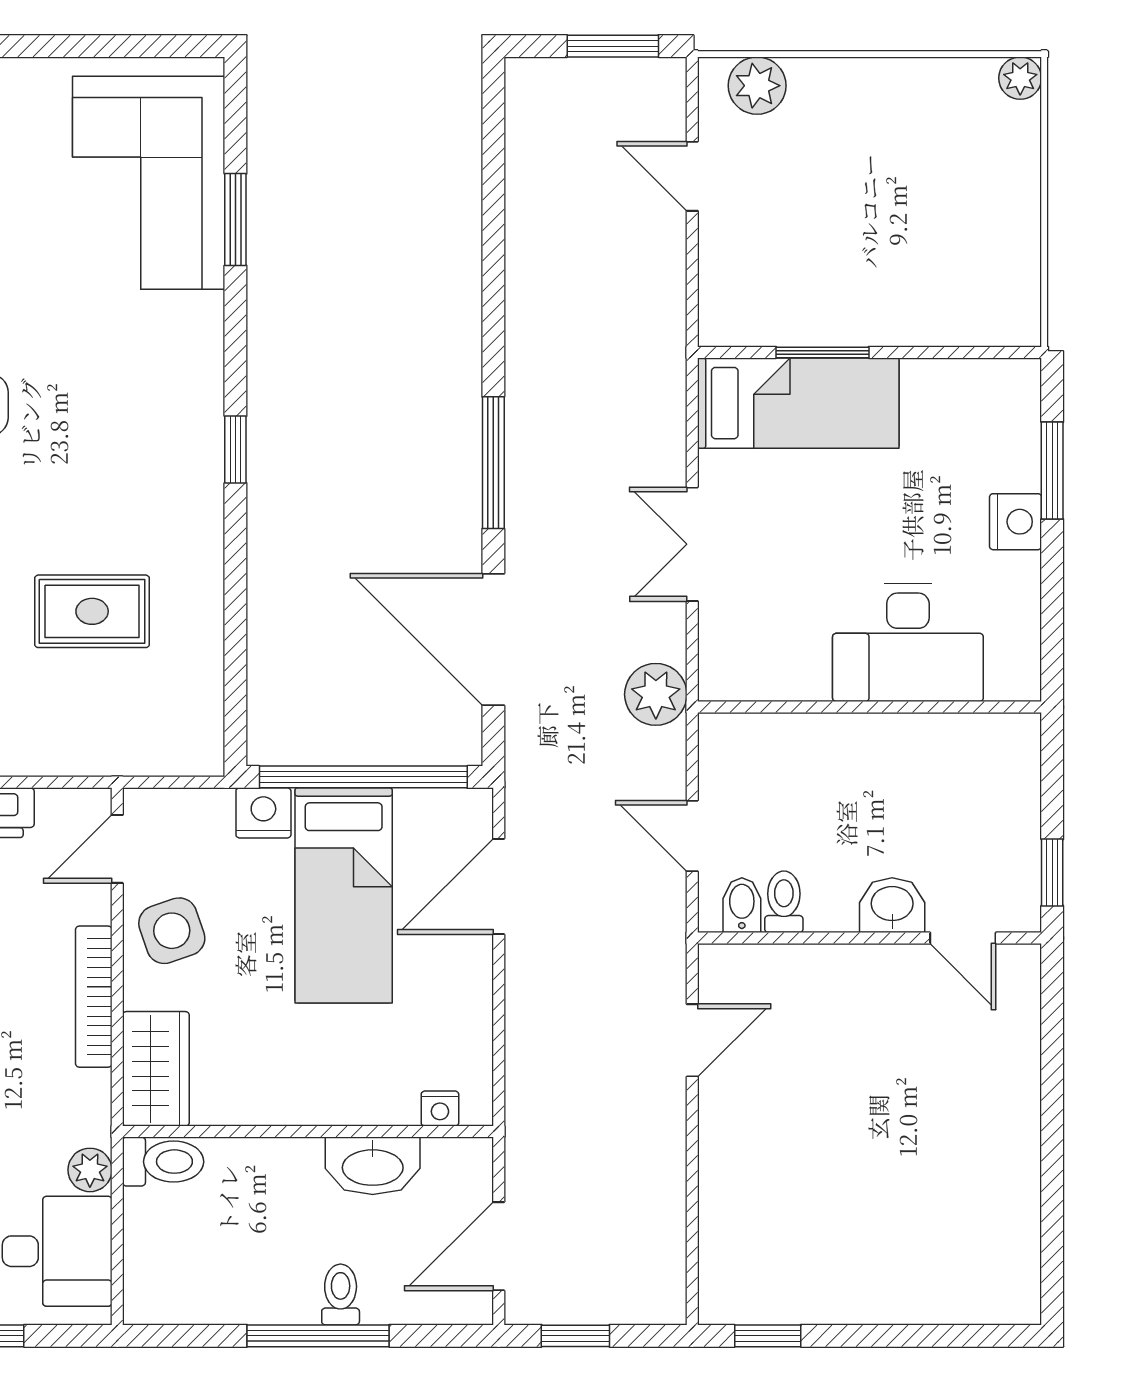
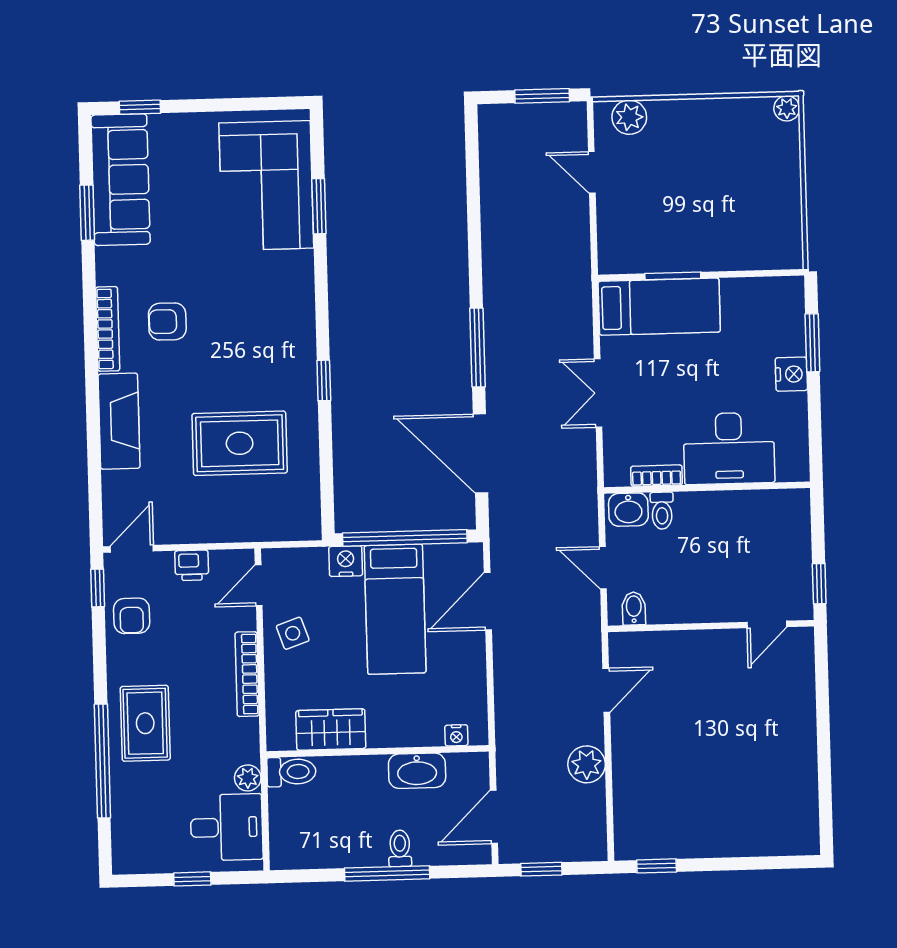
window: (235, 450) -> (324, 380), moved
rug: (92, 611) -> (240, 443), width x1.36, depth x1.43
bookcase: (786, 685) -> (657, 476), added
plant: (656, 694) -> (587, 764), moved
toilet: (784, 902) -> (662, 511), moved, turned 180
washbasin: (892, 905) -> (628, 510), moved, turned 180
side table: (172, 931) -> (293, 633), width x0.73, depth x0.73
door: (963, 938) -> (767, 624), hinge flipped
wardrobe: (156, 1069) -> (331, 729), moved, turned -90

